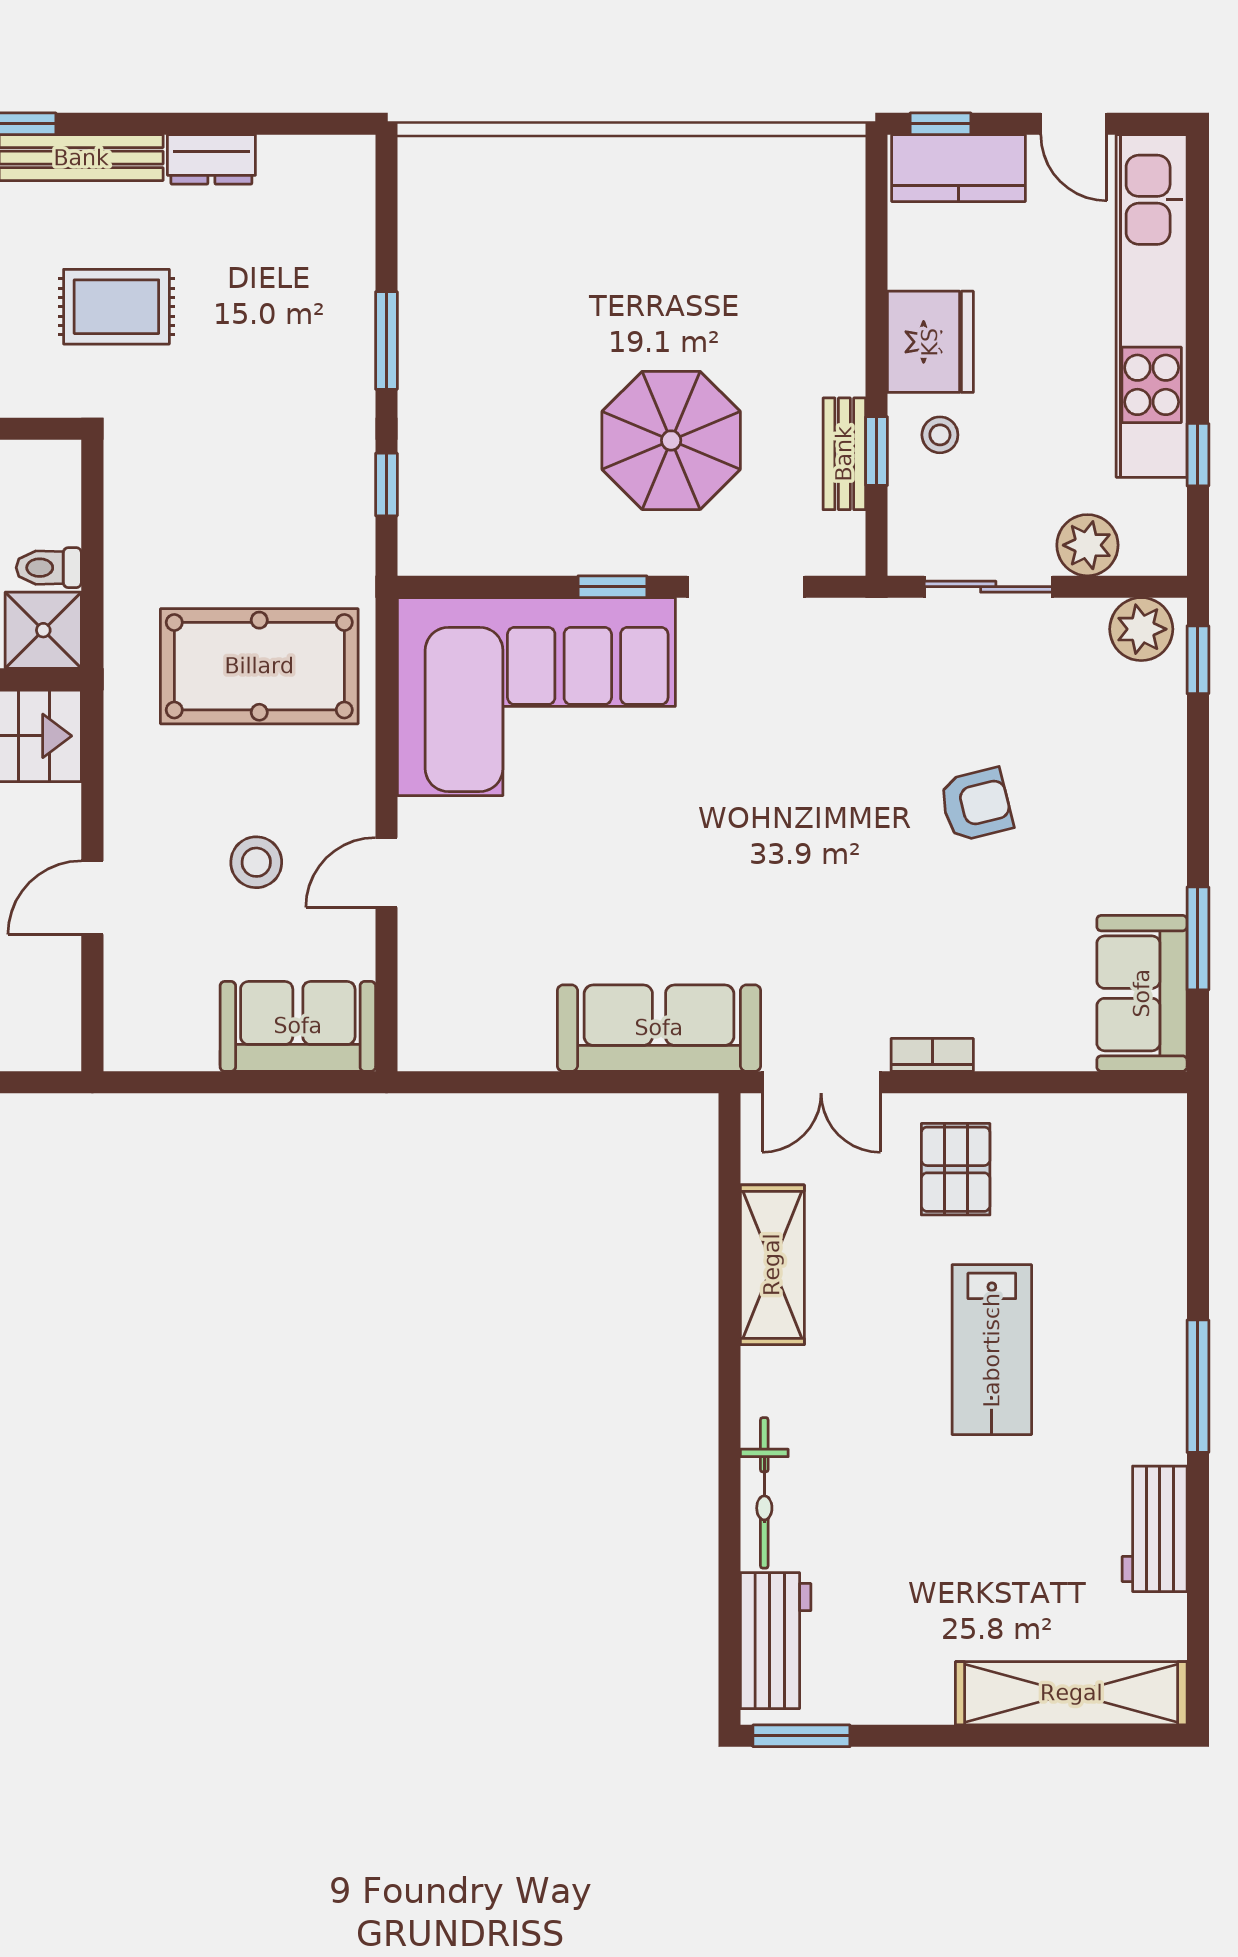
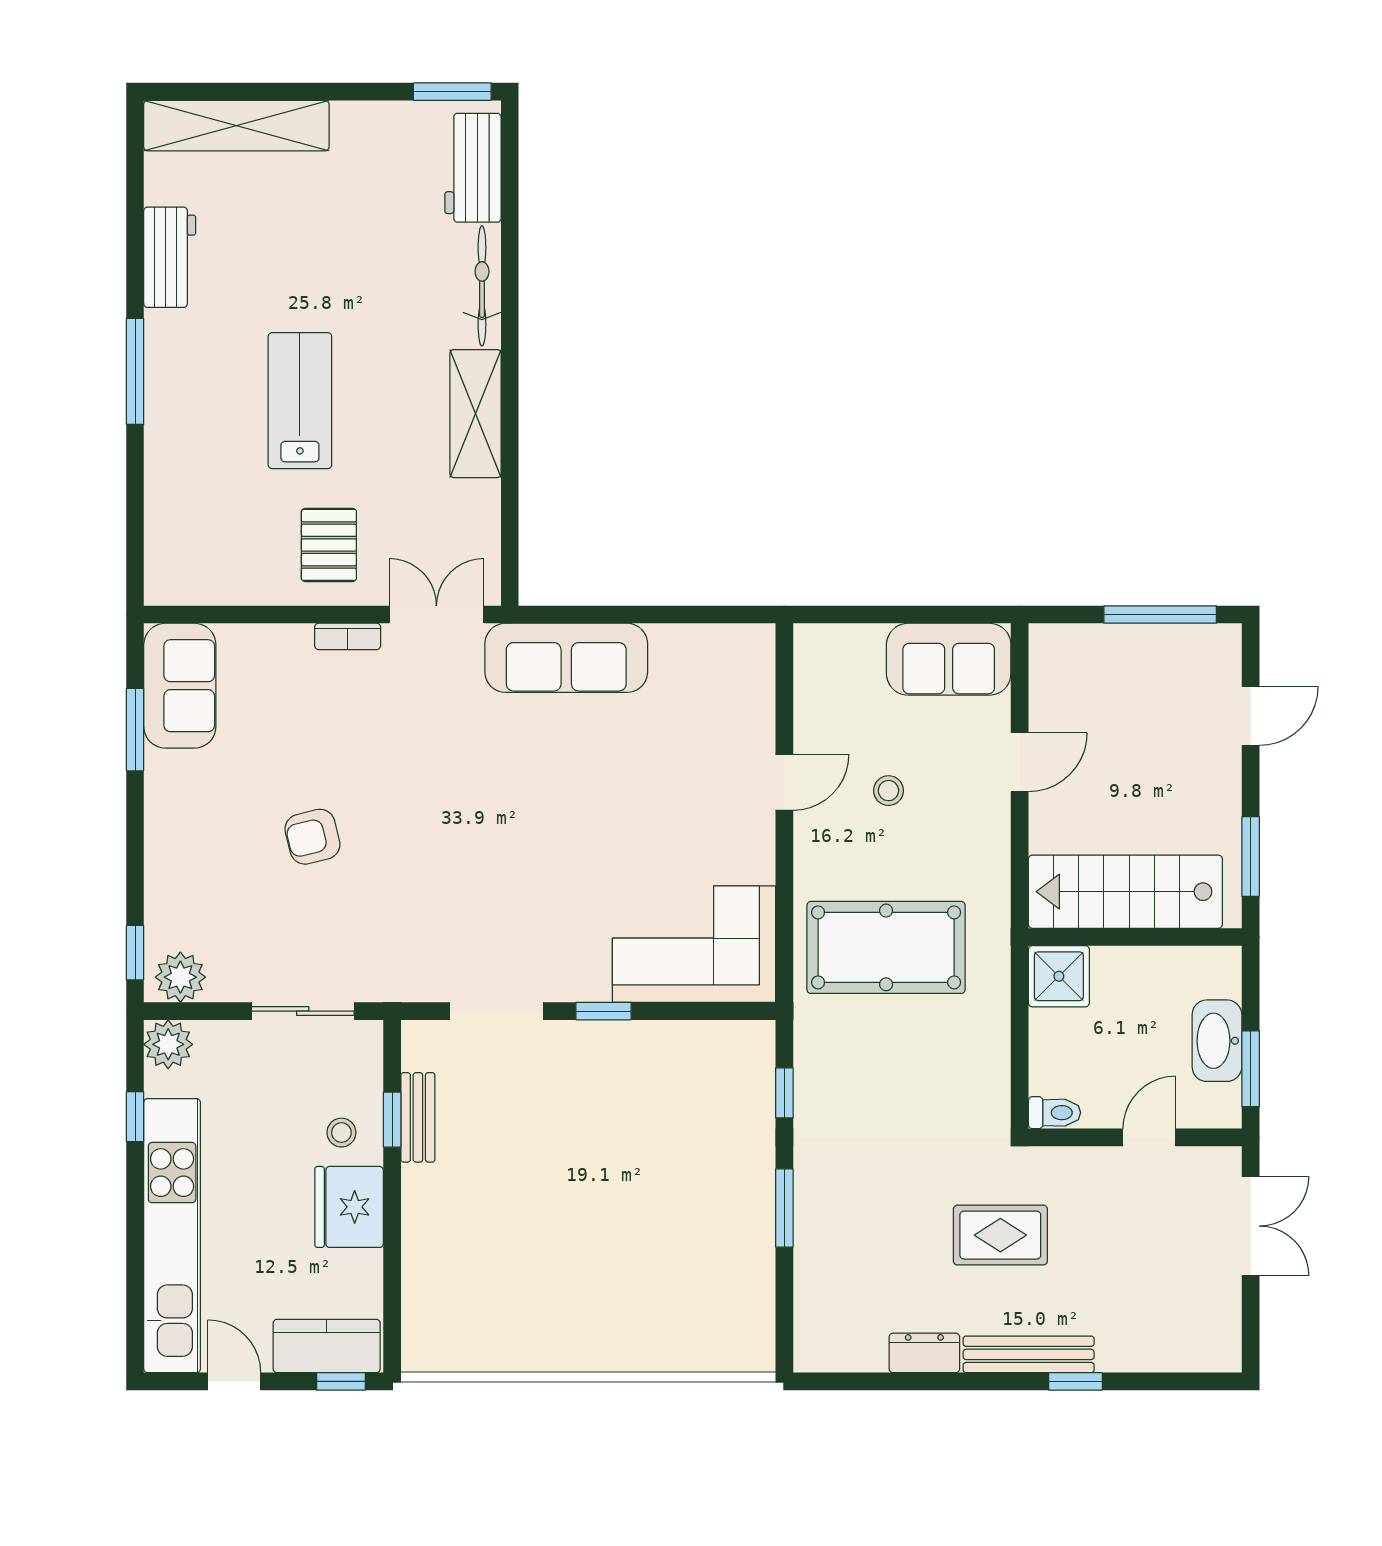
parasol: (671, 440) -> (557, 1128), removed
plant: (1087, 545) -> (168, 1044), moved
toilet: (49, 568) -> (1054, 1113), moved
corner sofa: (536, 697) -> (694, 944), width x0.73, depth x0.74
stool: (256, 862) -> (888, 791), width x0.73, depth x0.73
sofa: (298, 1026) -> (949, 659), moved
shelving: (772, 1265) -> (475, 414), moved

